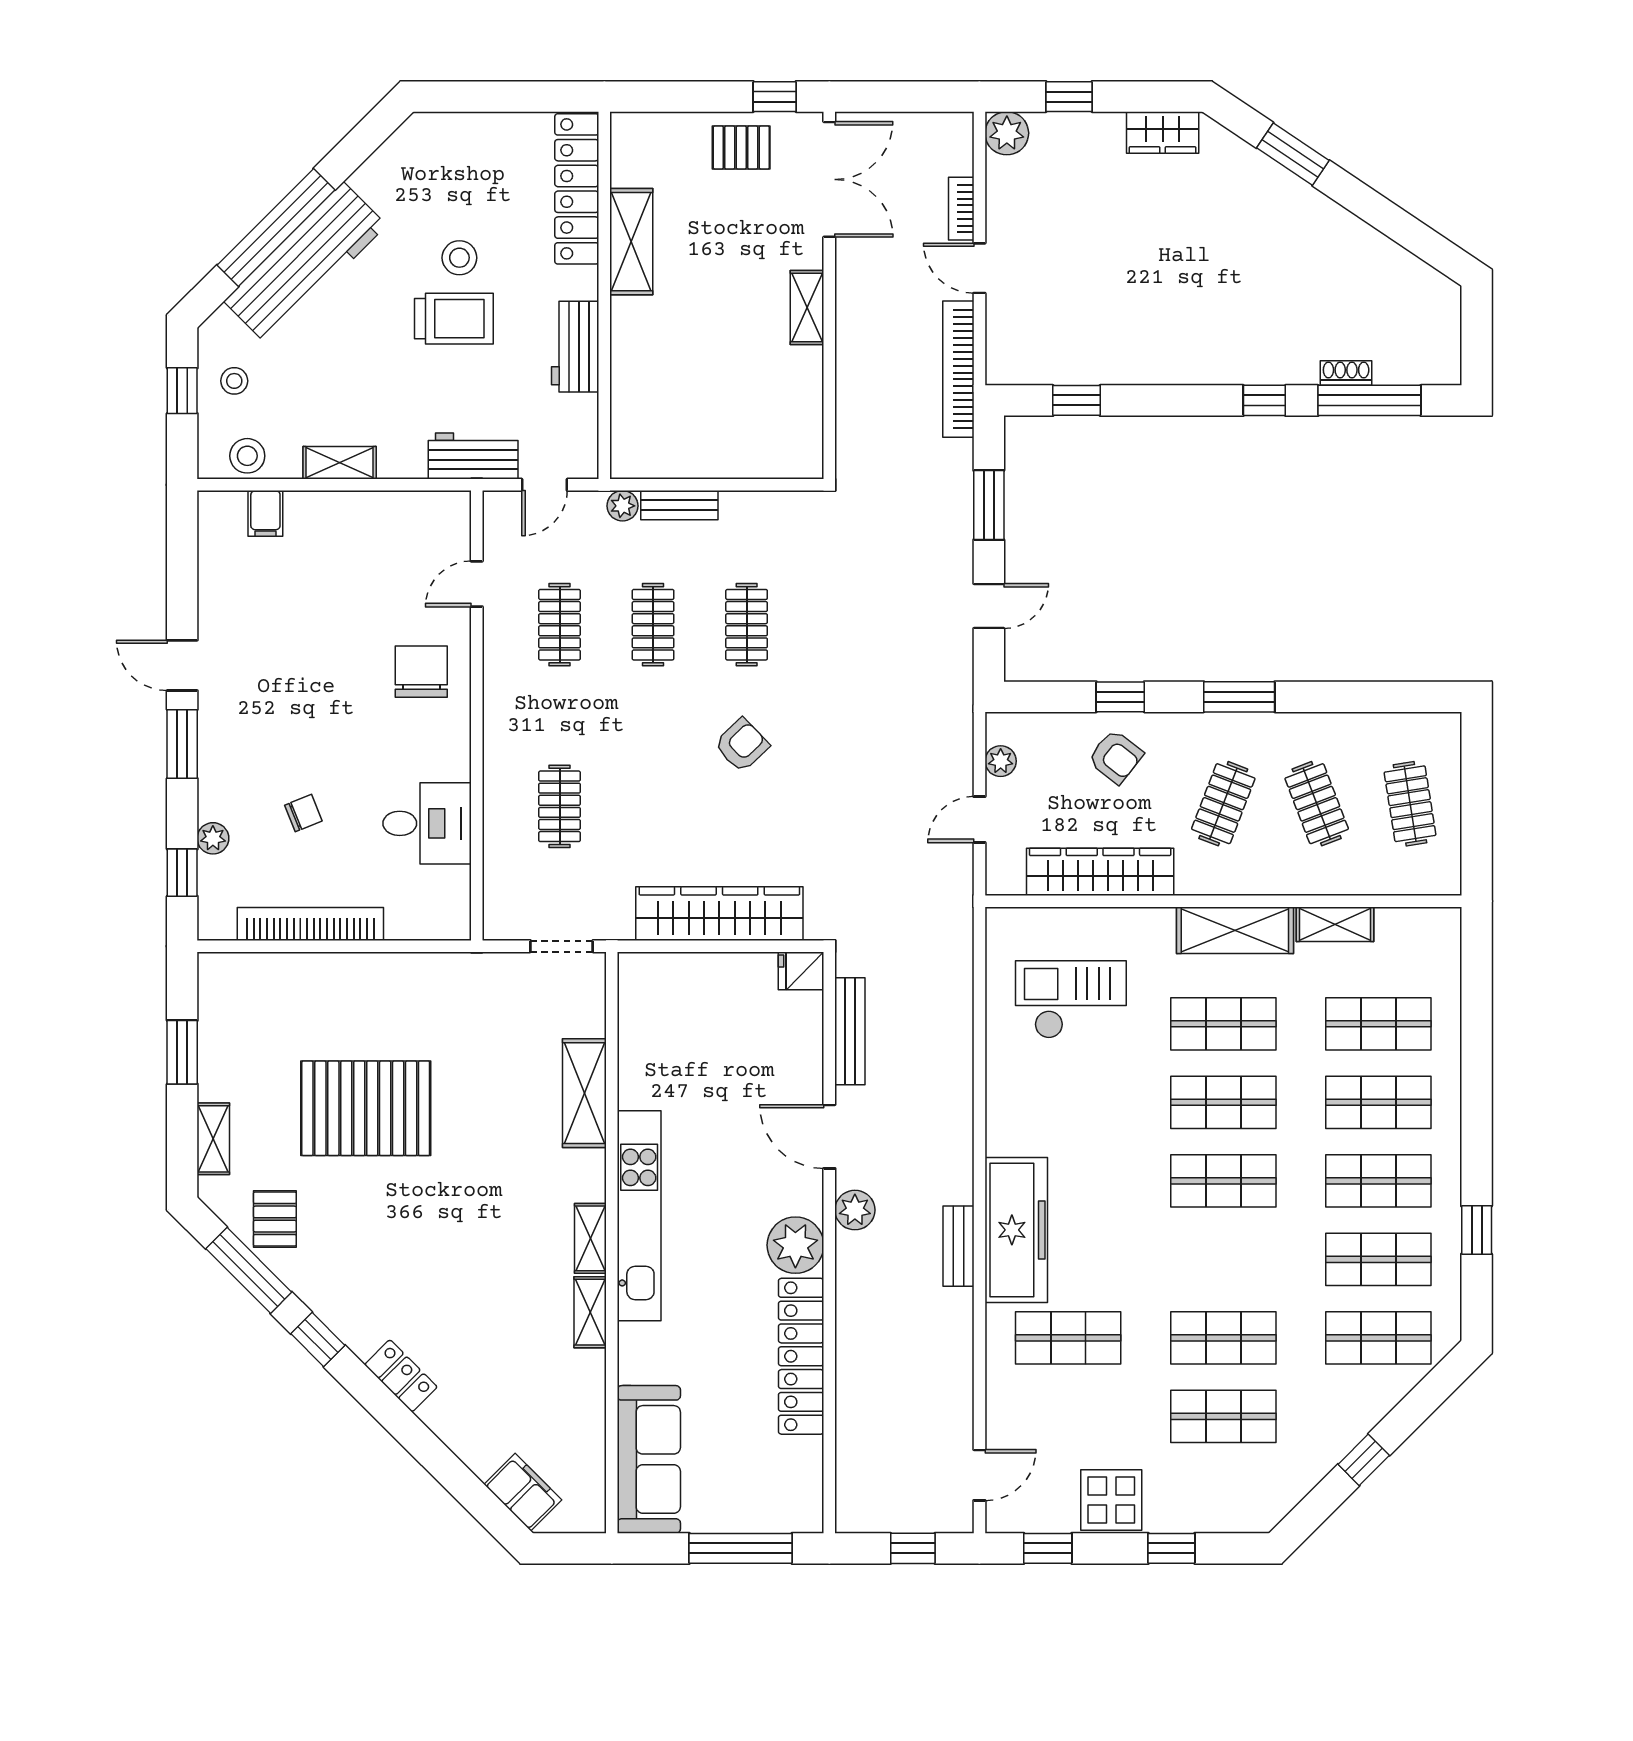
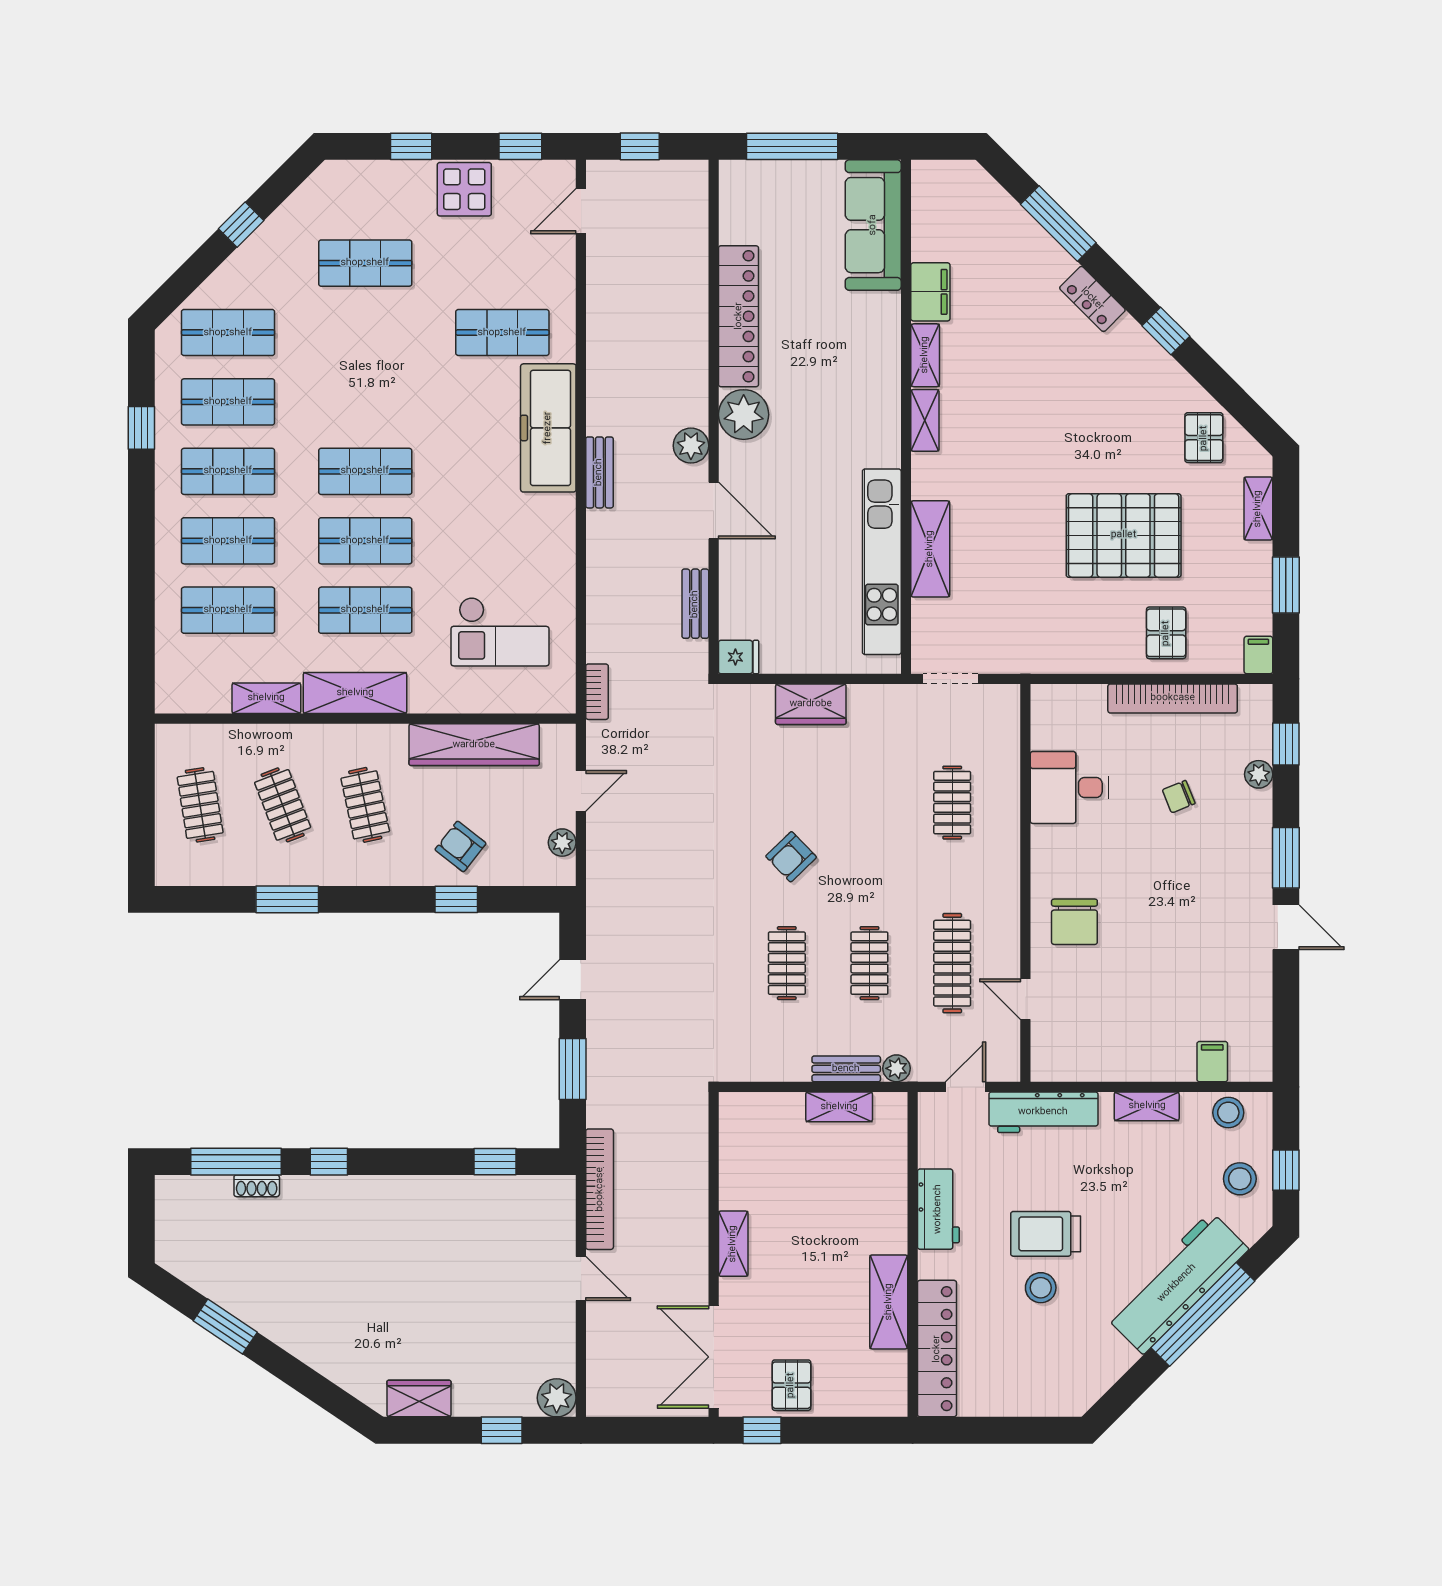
pallet: (741, 147) -> (791, 1385), turned 90
window: (1293, 154) -> (225, 1326), moved
bookcase: (961, 209) -> (597, 692), moved
stool: (234, 381) -> (1240, 1179), width x1.37, depth x1.37
workbench: (473, 456) -> (1043, 1112), width x1.37
shelving: (687, 462) -> (839, 1107), added
door: (477, 584) -> (1025, 999), swing flipped
clothes rail: (560, 625) -> (952, 963), width x1.36
window: (1239, 697) -> (287, 899), moved
clothes rail: (1223, 804) -> (365, 805), turned -33
wardrobe: (719, 914) -> (811, 704), width x0.48, depth x0.85
filing cabinet: (213, 973) -> (1258, 655), added
pallet: (318, 998) -> (1166, 633), added
bench: (850, 1031) -> (695, 604), width x0.73
kitchen unit: (639, 1216) -> (882, 562), moved
bench: (958, 1246) -> (599, 472), moved
window: (249, 1270) -> (1058, 223), moved
shop shelf: (1223, 1338) -> (365, 333), removed
filing cabinet: (523, 1492) -> (930, 292), moved, turned -135

